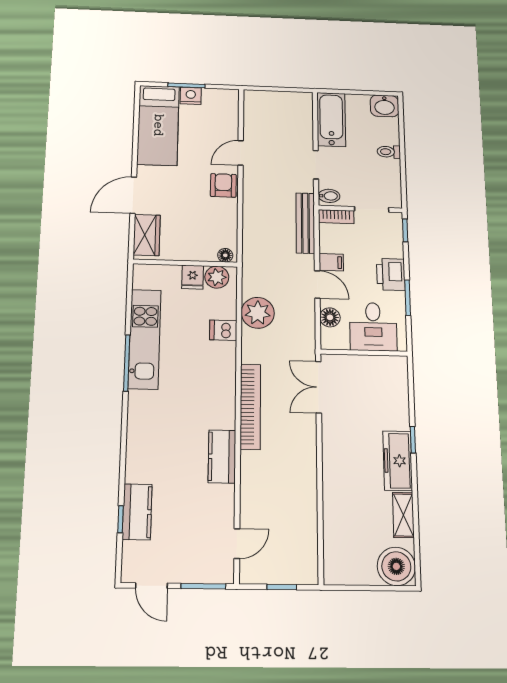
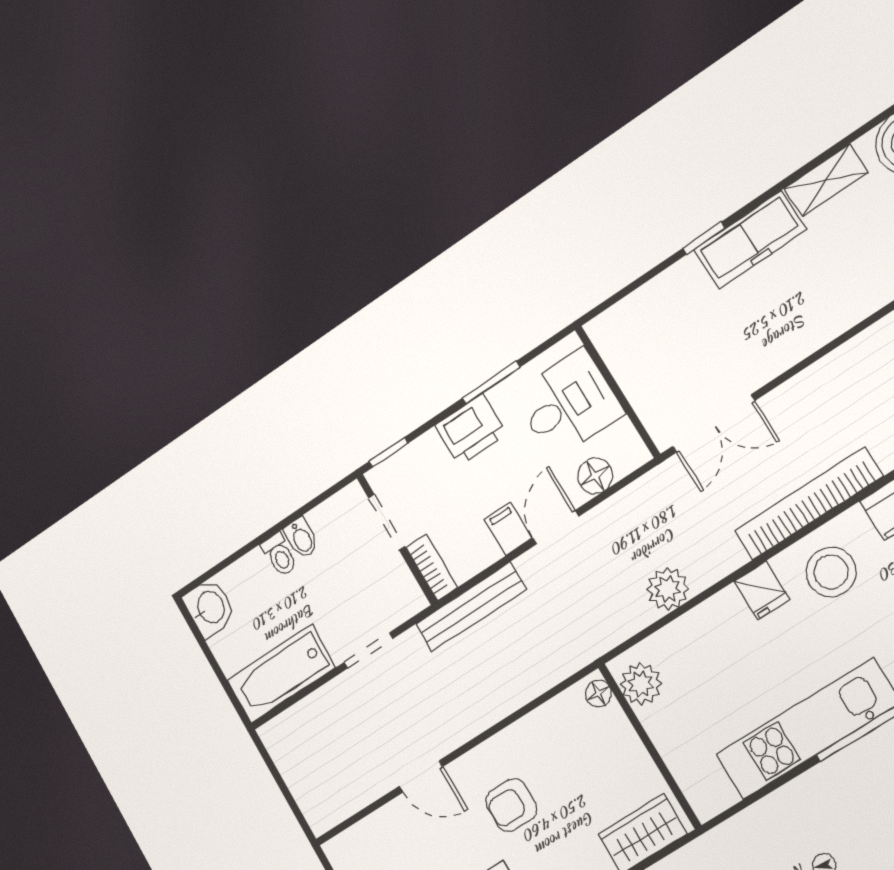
armchair: (223, 185) -> (511, 805), moved
bidet: (329, 196) -> (301, 538), moved, turned 180
fridge: (193, 277) -> (762, 590), moved, turned 90
plant: (258, 313) -> (668, 589), width x0.73, depth x0.73
dishwasher: (223, 330) -> (717, 620), removed
stool: (211, 396) -> (831, 572), added

